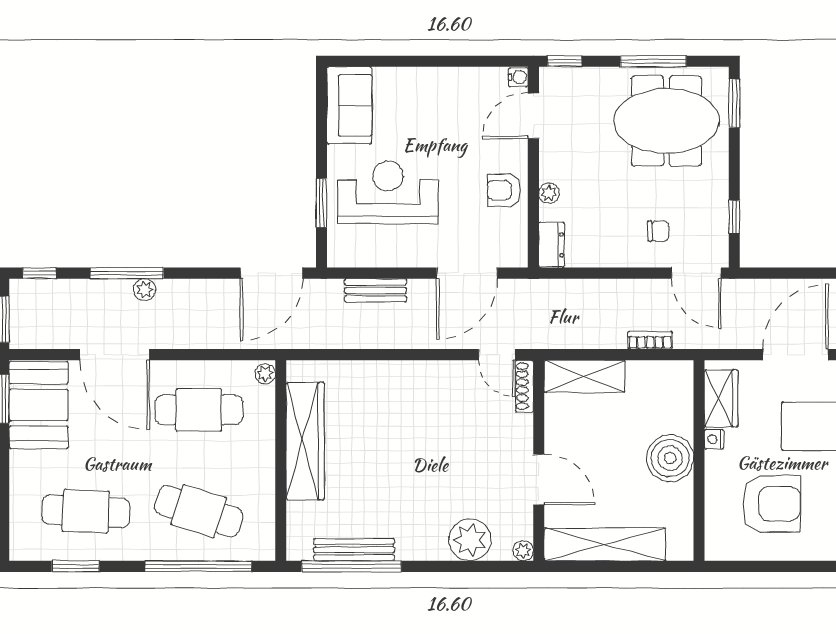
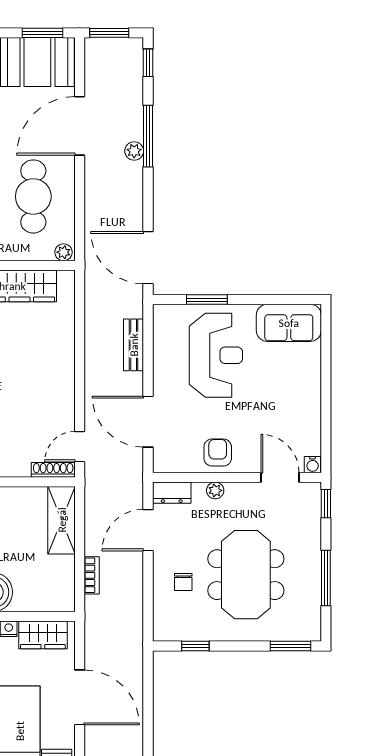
meeting table: (666, 121) -> (246, 575), moved
door: (696, 273) -> (148, 530), moved

